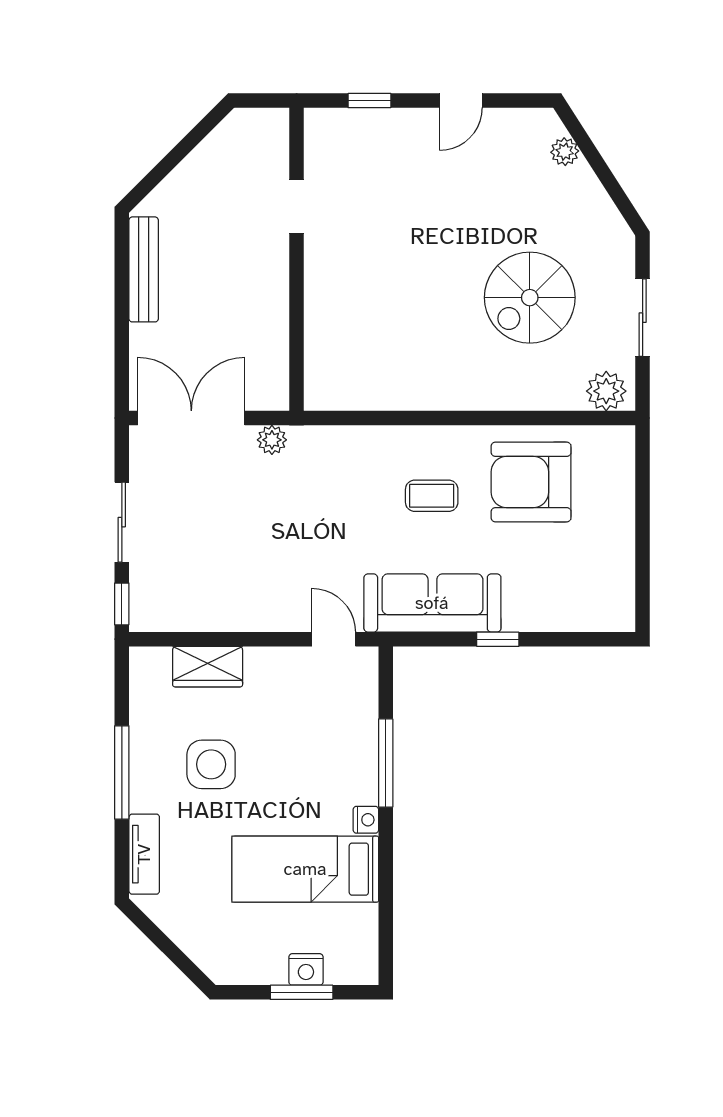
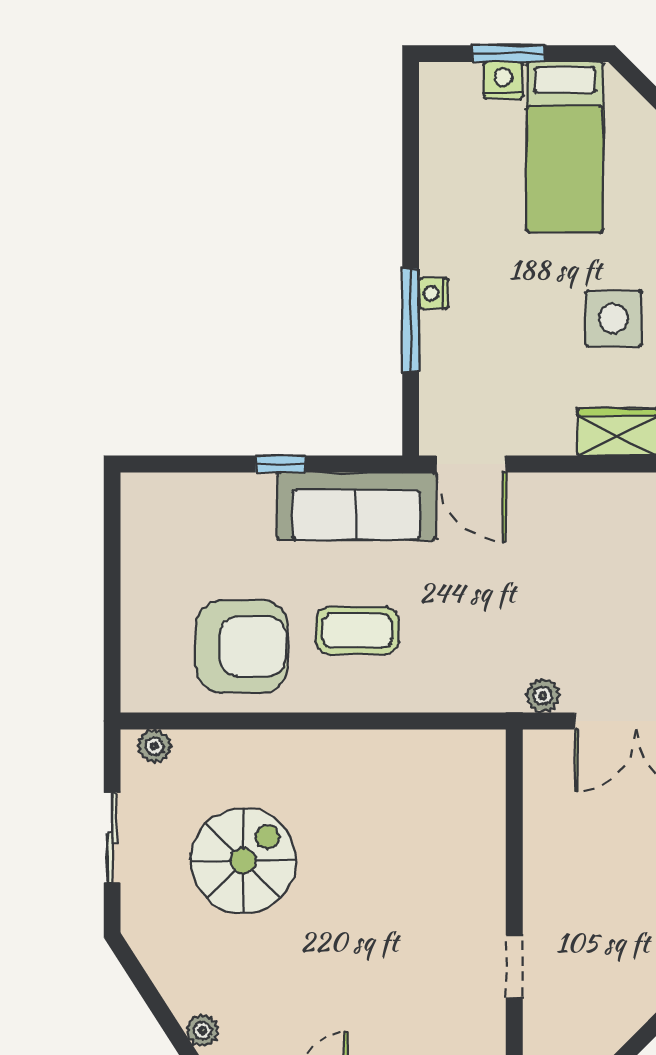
plant: (606, 391) -> (154, 746), width x0.73, depth x0.73
coffee table: (432, 496) -> (357, 631), width x1.36, depth x1.30
door: (334, 639) -> (471, 464), width x1.38
nightstand: (366, 820) -> (434, 293), moved
bed: (305, 869) -> (565, 147), moved, turned 90

